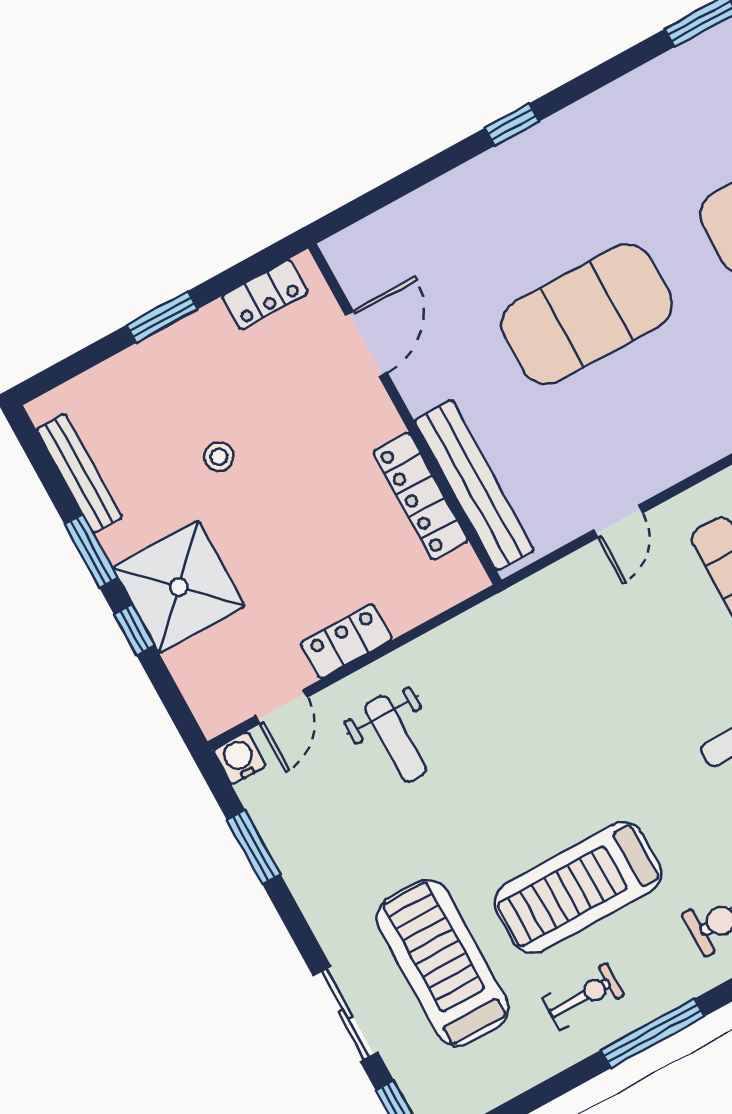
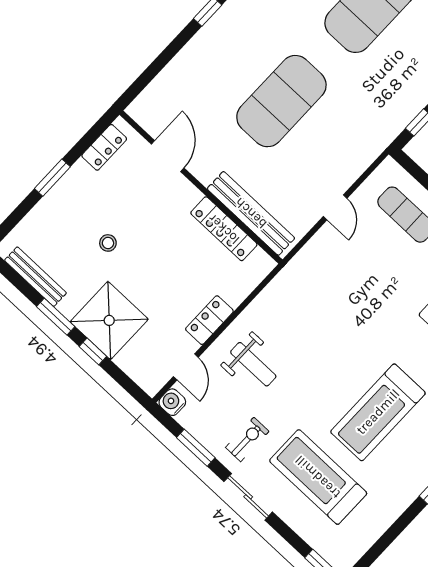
exercise bike: (583, 997) -> (247, 439), moved
sliding door: (346, 1014) -> (248, 497), moved

